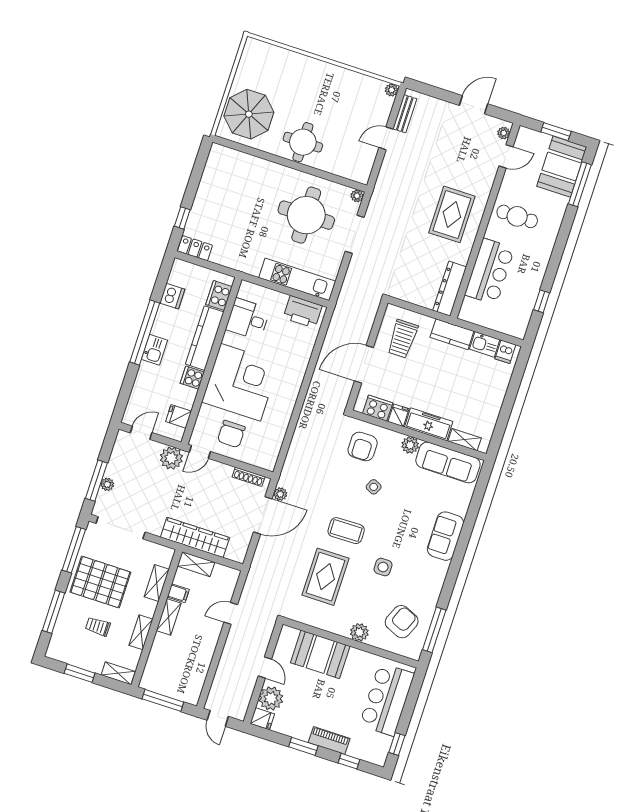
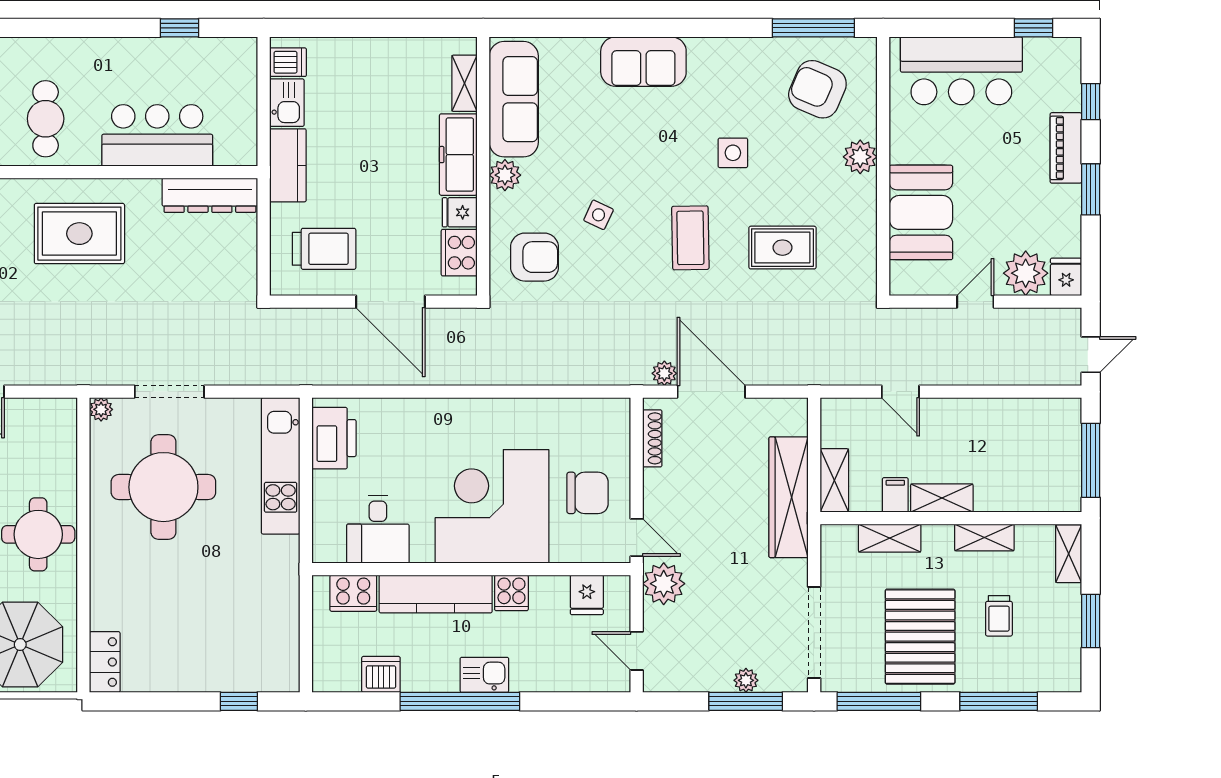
locker: (195, 248) -> (105, 662), moved, turned 180
rug: (325, 577) -> (782, 248), width x0.73, depth x0.70

